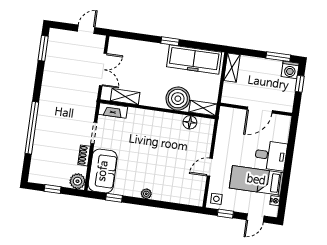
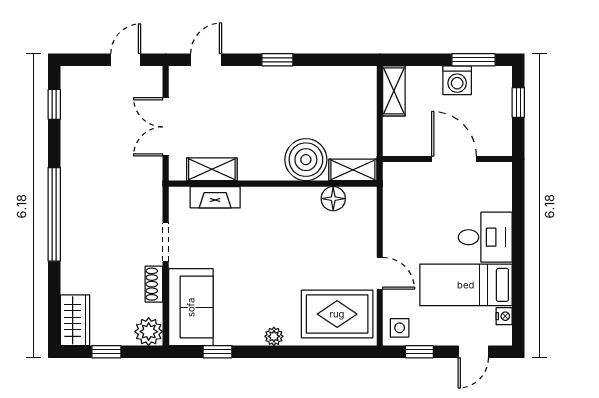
door: (131, 36) -> (206, 60), added
window: (43, 48) -> (54, 104), width x0.67
freezer: (194, 60) -> (325, 86), removed
double door: (103, 69) -> (166, 127), swing flipped
washing machine: (290, 70) -> (457, 80), moved
door: (260, 110) -> (454, 159), swing flipped
fireplace: (113, 111) -> (215, 197), moved
window: (32, 128) -> (54, 214), moved
door: (210, 167) -> (380, 273), swing flipped
wardrobe: (38, 169) -> (75, 320), added
rug: (183, 186) -> (337, 314), added

